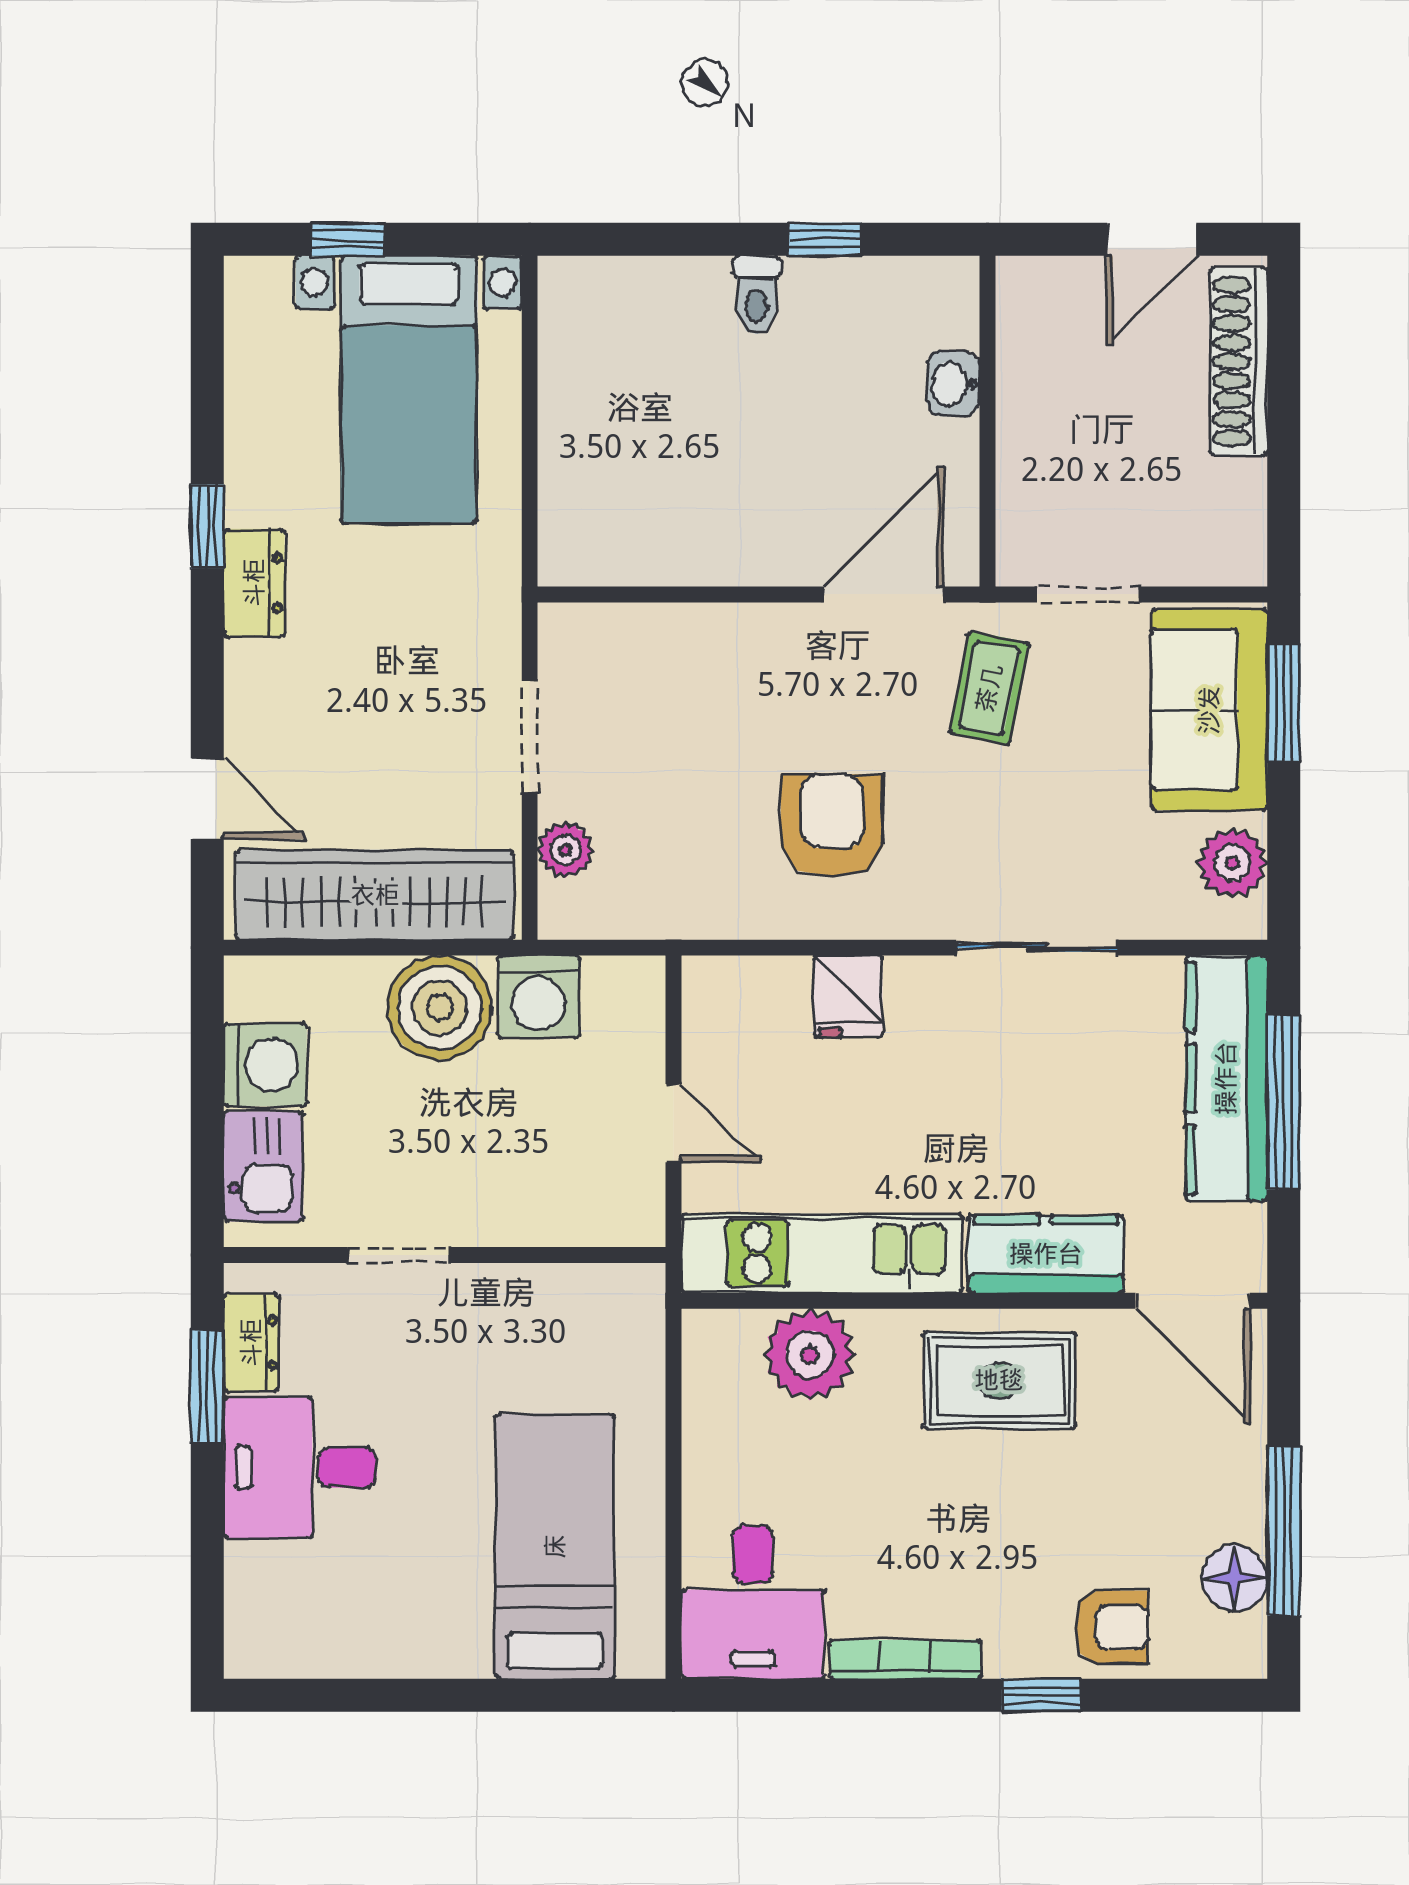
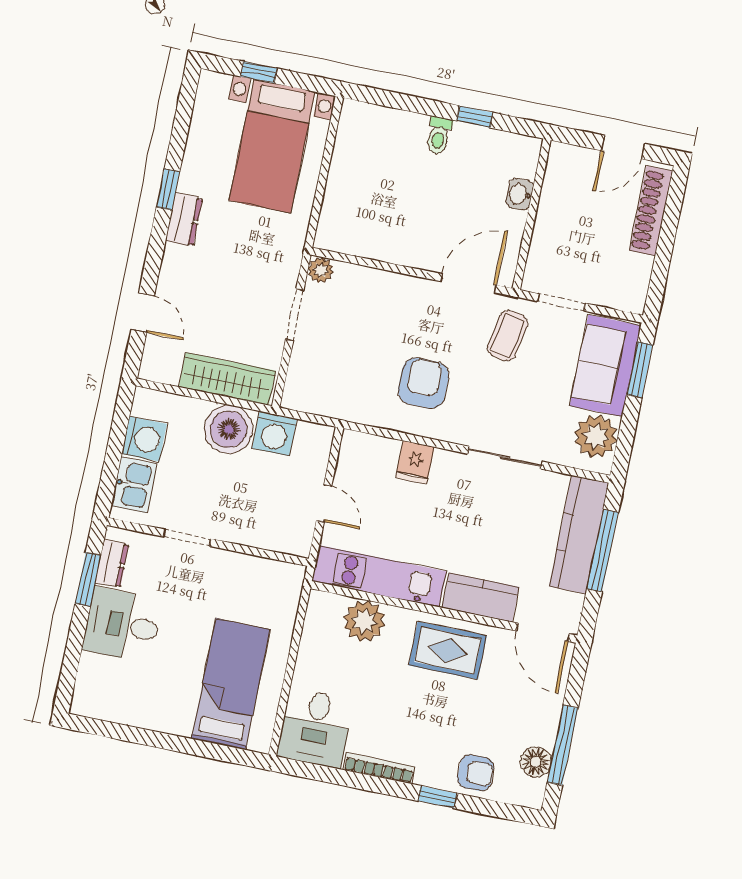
plant: (565, 850) -> (321, 270), moved
plant: (1233, 863) -> (596, 436), width x1.36, depth x1.36
wardrobe: (375, 895) -> (227, 379), width x0.71, depth x0.85

